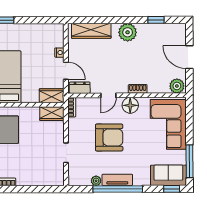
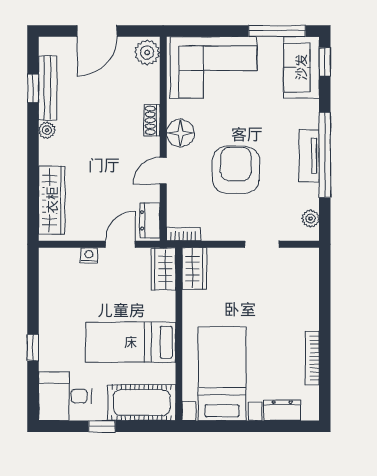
bench: (156, 28) -> (48, 88), added
plant: (128, 32) -> (47, 130), width x0.53, depth x0.53
door: (108, 95) -> (163, 171), swing flipped
plant: (96, 181) -> (311, 219), moved

